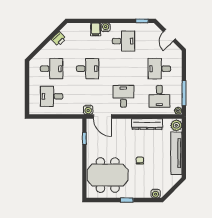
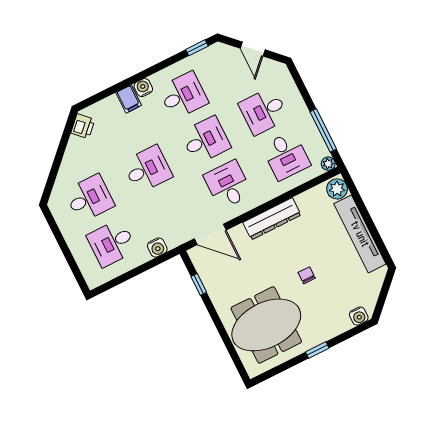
printer: (59, 39) -> (83, 126), moved
desk: (123, 69) -> (206, 140), added
water cooler: (88, 110) -> (157, 247), moved
dresser: (147, 124) -> (272, 219), moved

